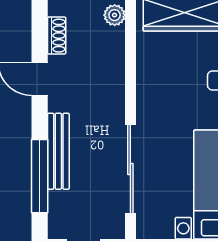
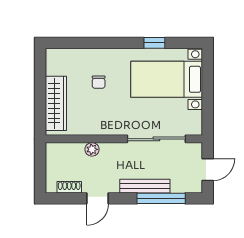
plant: (115, 15) -> (92, 149), moved

